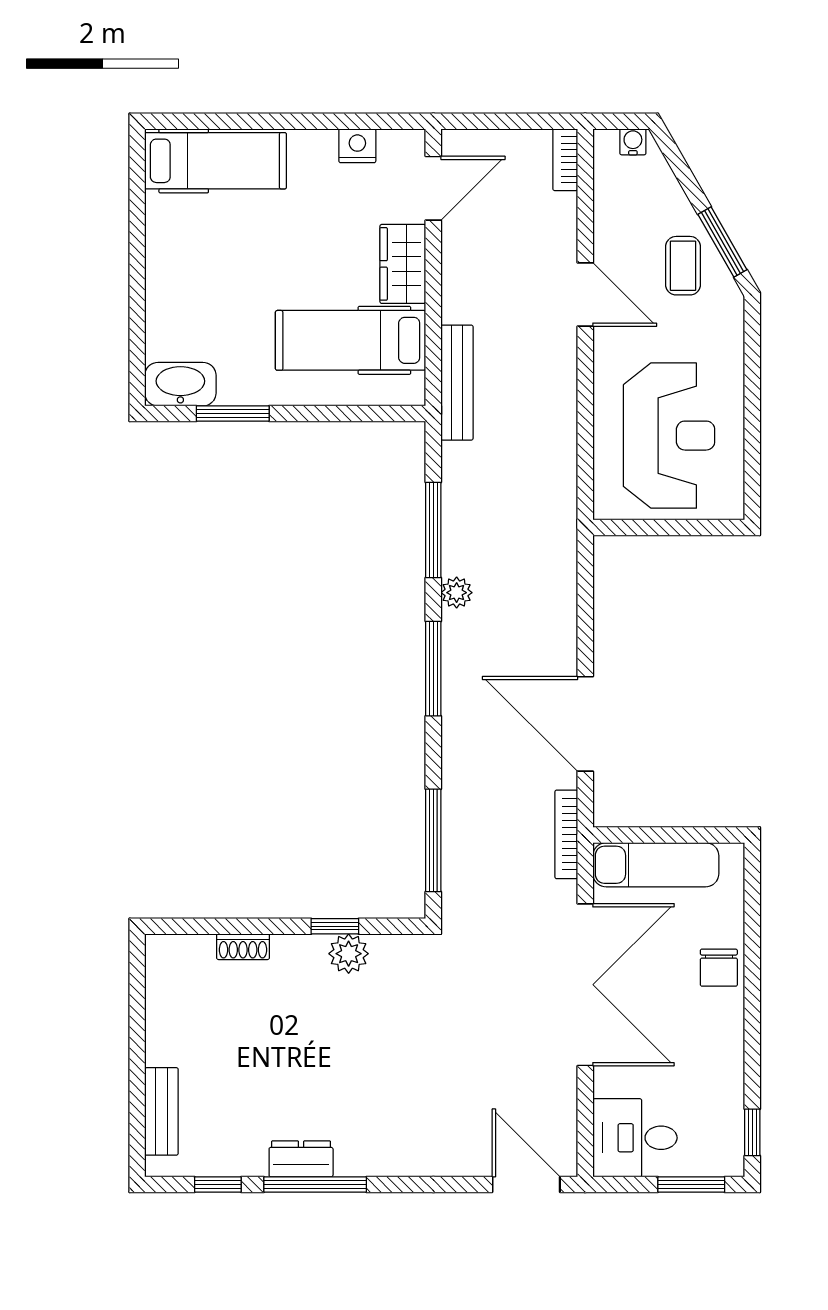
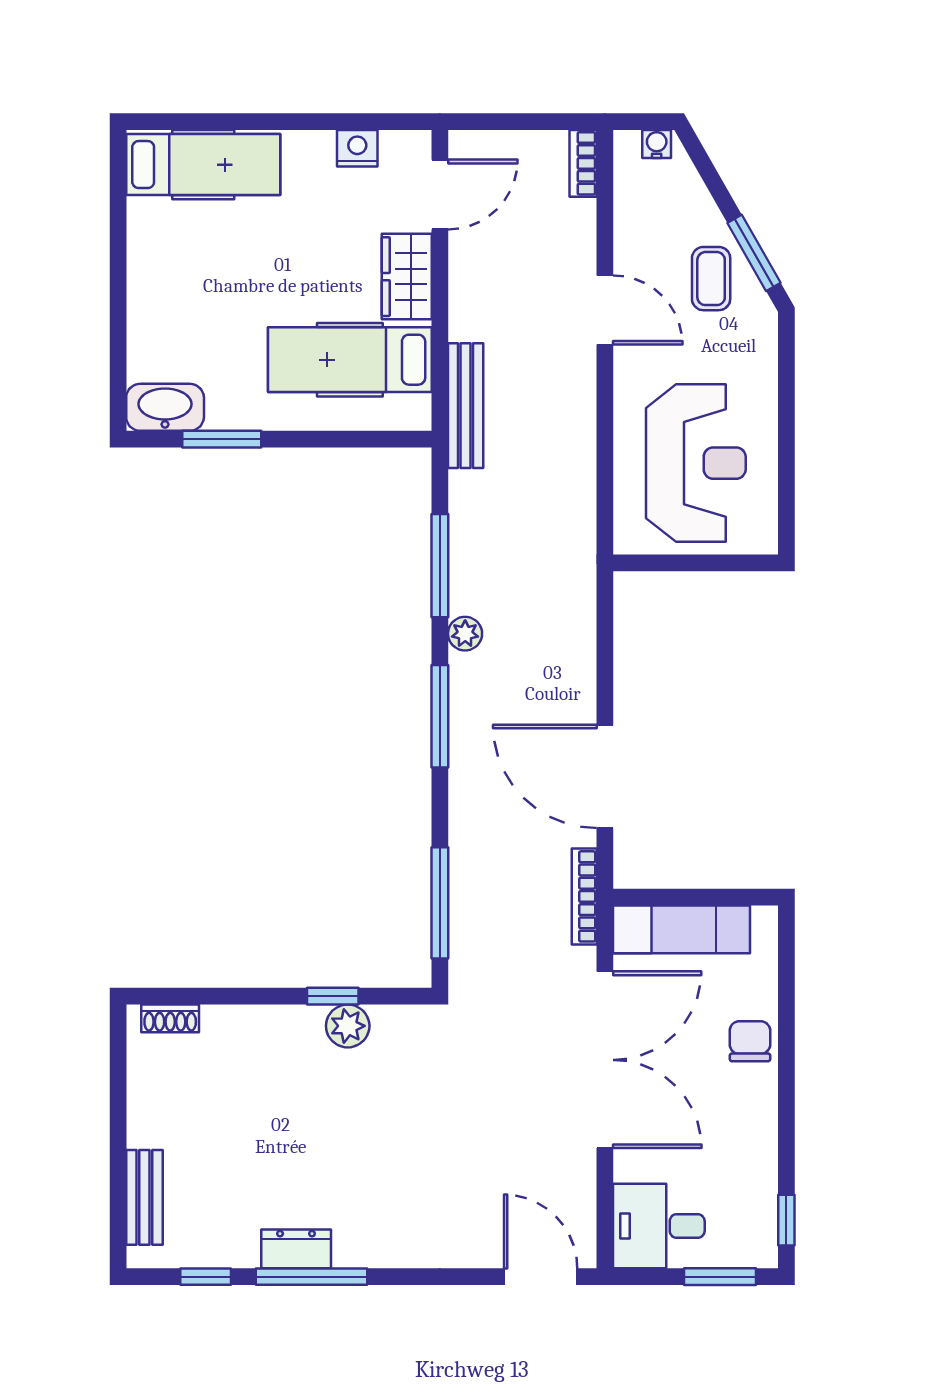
shoe rack: (243, 947) -> (170, 1018), moved
chair: (719, 968) -> (750, 1041), turned 180

